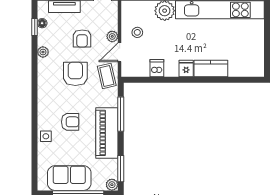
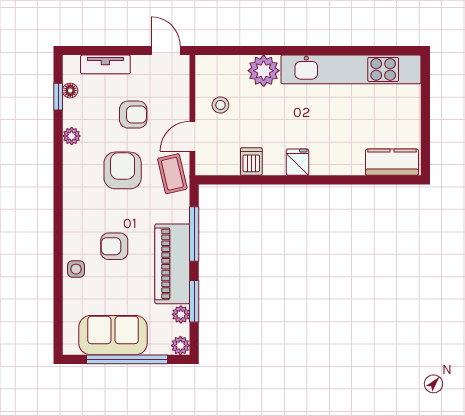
plant: (112, 36) -> (181, 314), moved
armchair: (82, 38) -> (133, 115), turned -90
kitchen counter: (211, 69) -> (392, 162), moved
armchair: (70, 122) -> (114, 246), turned 180
window: (121, 169) -> (194, 301), moved

